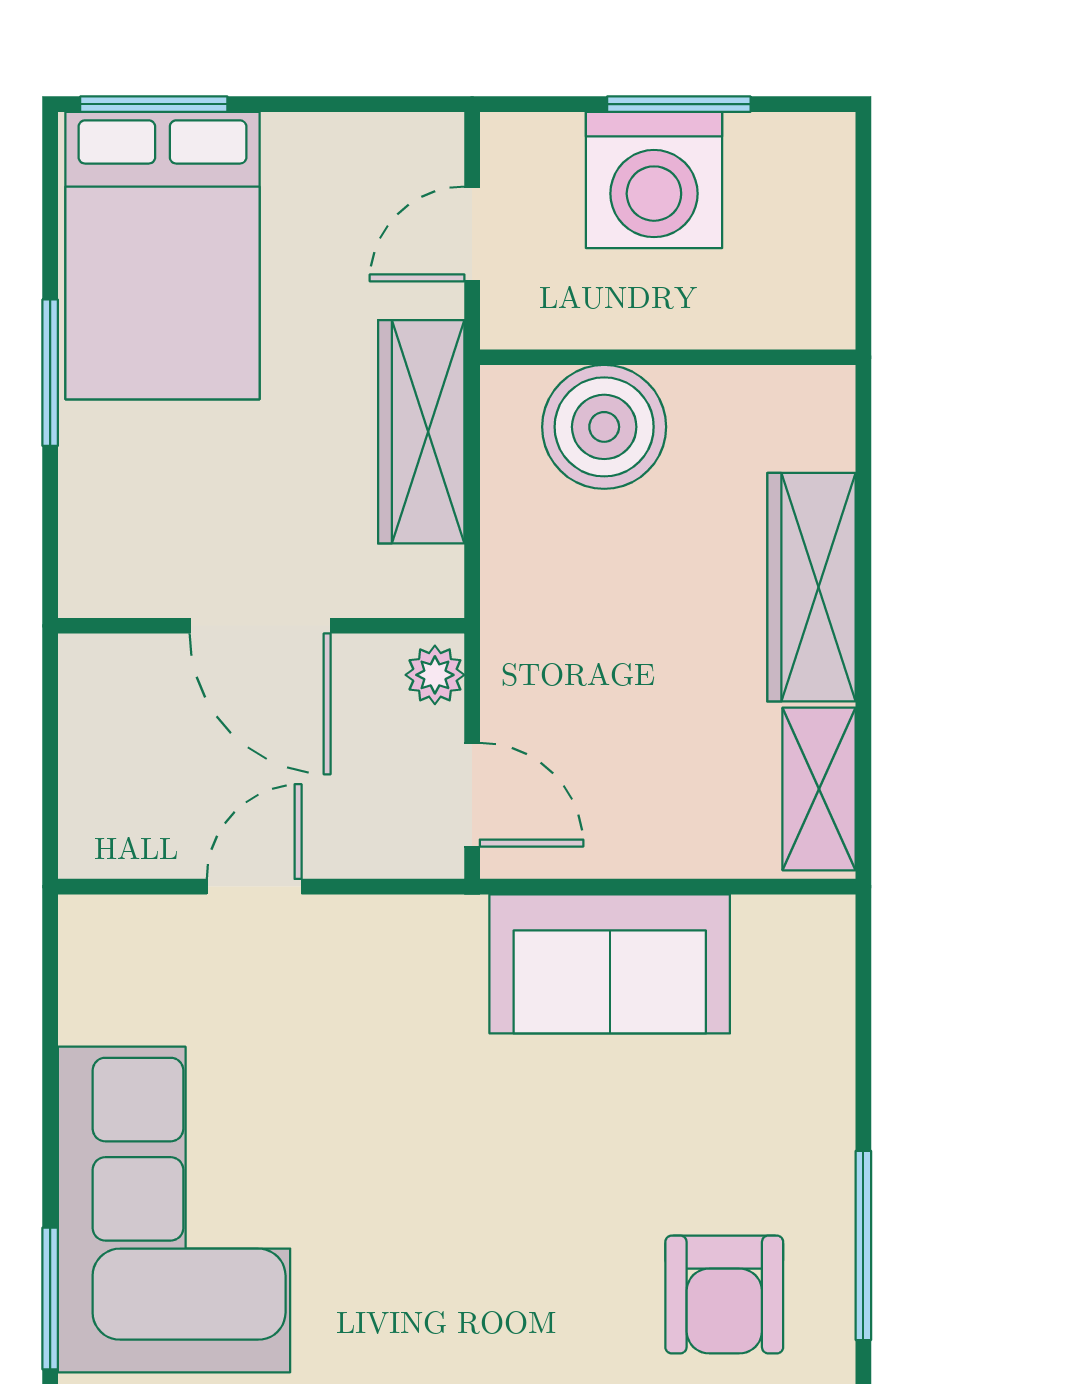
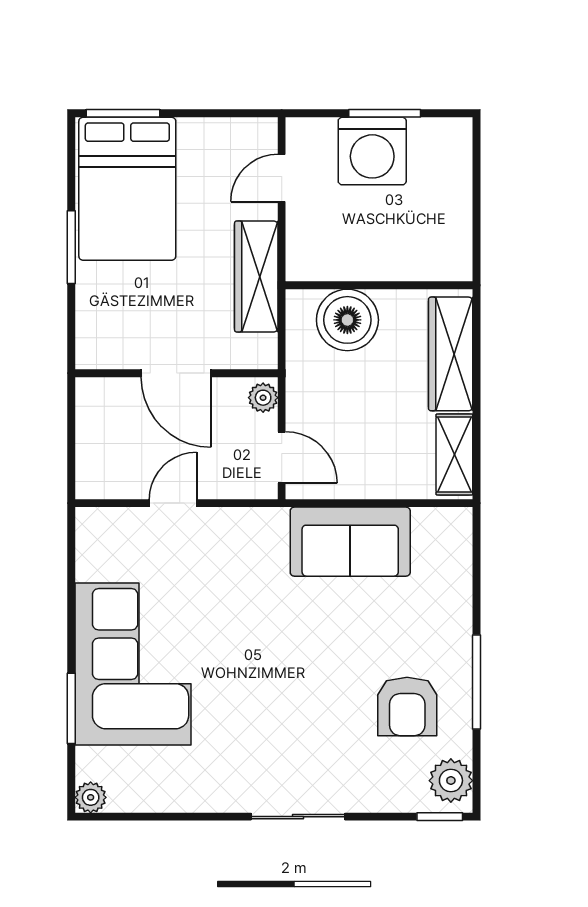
wall: (668, 357) -> (379, 285), moved
boiler: (604, 427) -> (347, 320), moved

